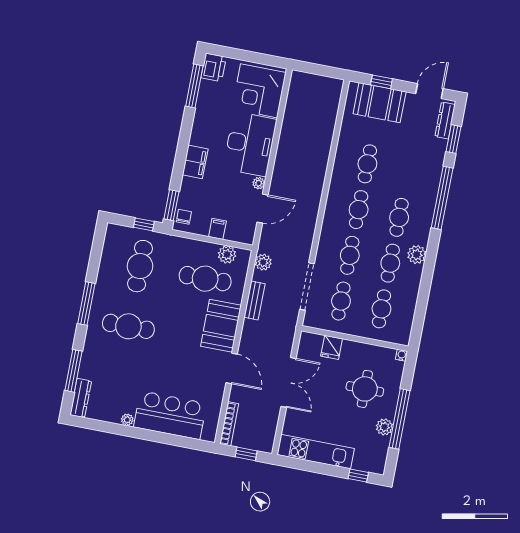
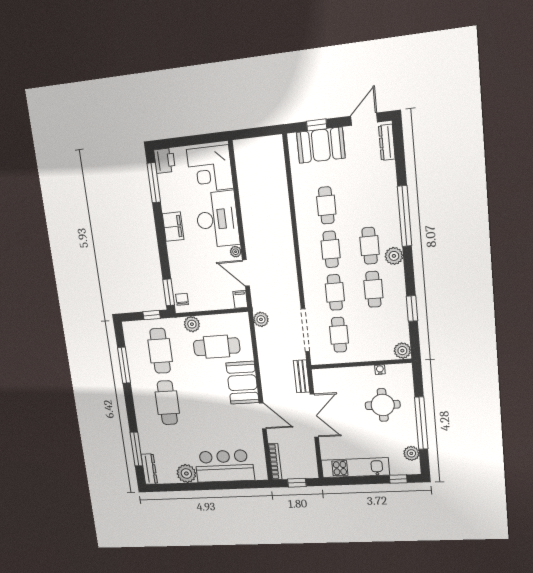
window: (453, 139) -> (412, 308), moved
filing cabinet: (195, 162) -> (173, 227), moved
door: (262, 209) -> (246, 273), swing flipped
filing cabinet: (217, 229) -> (240, 299), moved
plant: (227, 255) -> (192, 324), moved
plant: (417, 255) -> (394, 256), moved
bench: (255, 300) -> (302, 376), moved
window: (86, 303) -> (124, 365), moved
cafe table: (381, 309) -> (377, 332), removed
cafe table: (128, 326) -> (167, 403), turned 90
plant: (402, 336) -> (402, 351), added
fridge: (332, 347) -> (343, 377), removed
water cooler: (402, 355) -> (380, 370), moved
plant: (127, 420) -> (186, 473), width x1.87, depth x1.87
plant: (384, 427) -> (411, 453), moved

